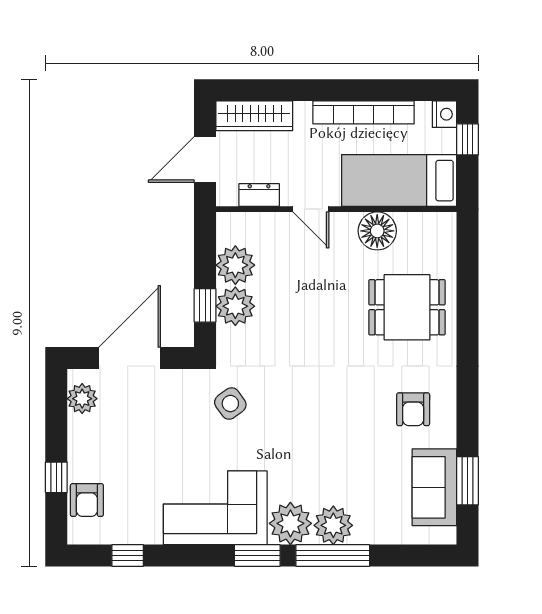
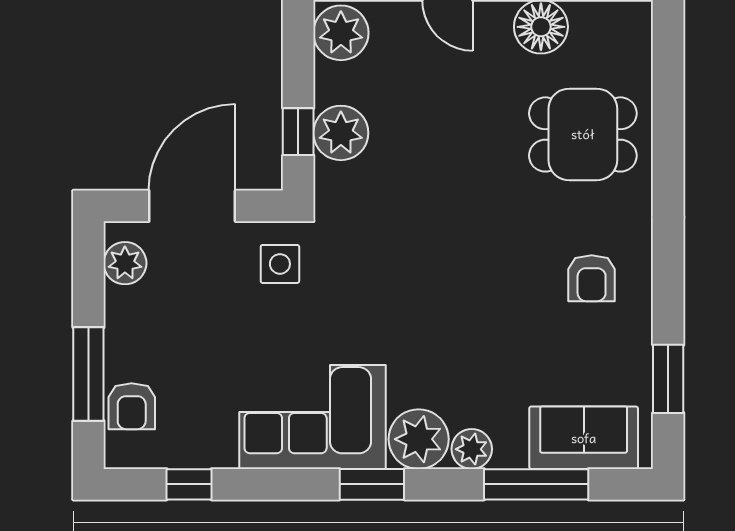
plant: (235, 265) -> (341, 33), moved
side table: (230, 404) -> (280, 264), moved, turned 36
window: (56, 477) -> (88, 374), width x2.17
sofa: (434, 487) -> (584, 438), moved, turned 90
plant: (333, 525) -> (472, 449), width x0.73, depth x0.73
window: (333, 556) -> (536, 484), moved

